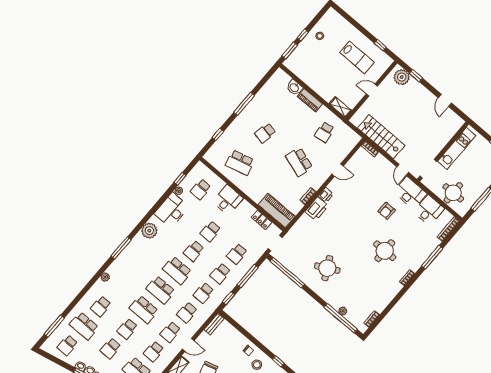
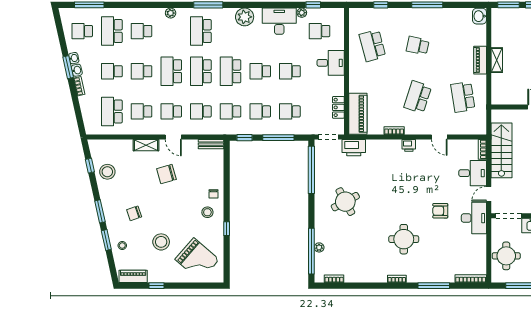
washbasin: (294, 88) -> (480, 16), moved
shelving: (340, 107) -> (497, 60), moved
school desk: (324, 132) -> (463, 97), width x1.85
printer: (317, 209) -> (354, 148), moved
desk: (429, 210) -> (473, 173), moved
school desk: (134, 267) -> (201, 31), added

